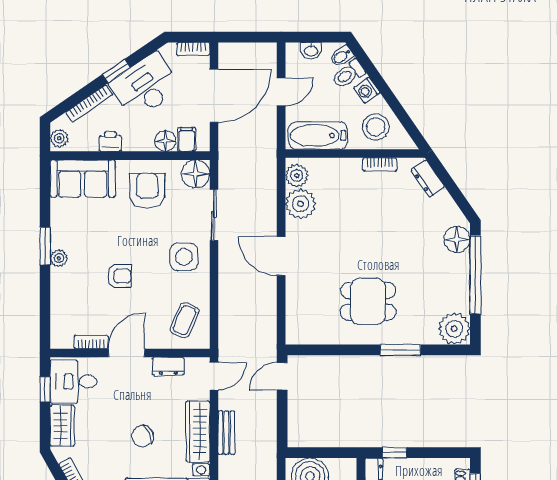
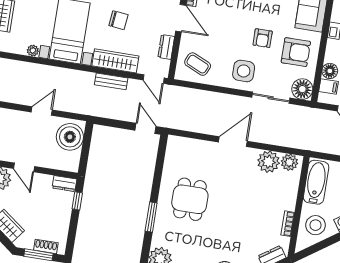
armchair: (119, 276) -> (263, 38), moved
chair: (143, 436) -> (118, 20), turned 119

